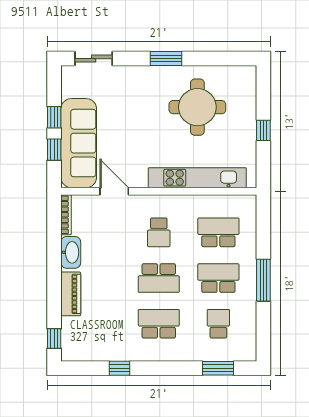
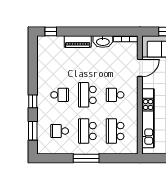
school desk: (218, 232) -> (115, 131), turned 180
school desk: (218, 278) -> (87, 131), turned 180
school desk: (159, 324) -> (60, 95), width x0.54
school desk: (218, 324) -> (60, 131), turned 180
window: (120, 368) -> (33, 101), moved

